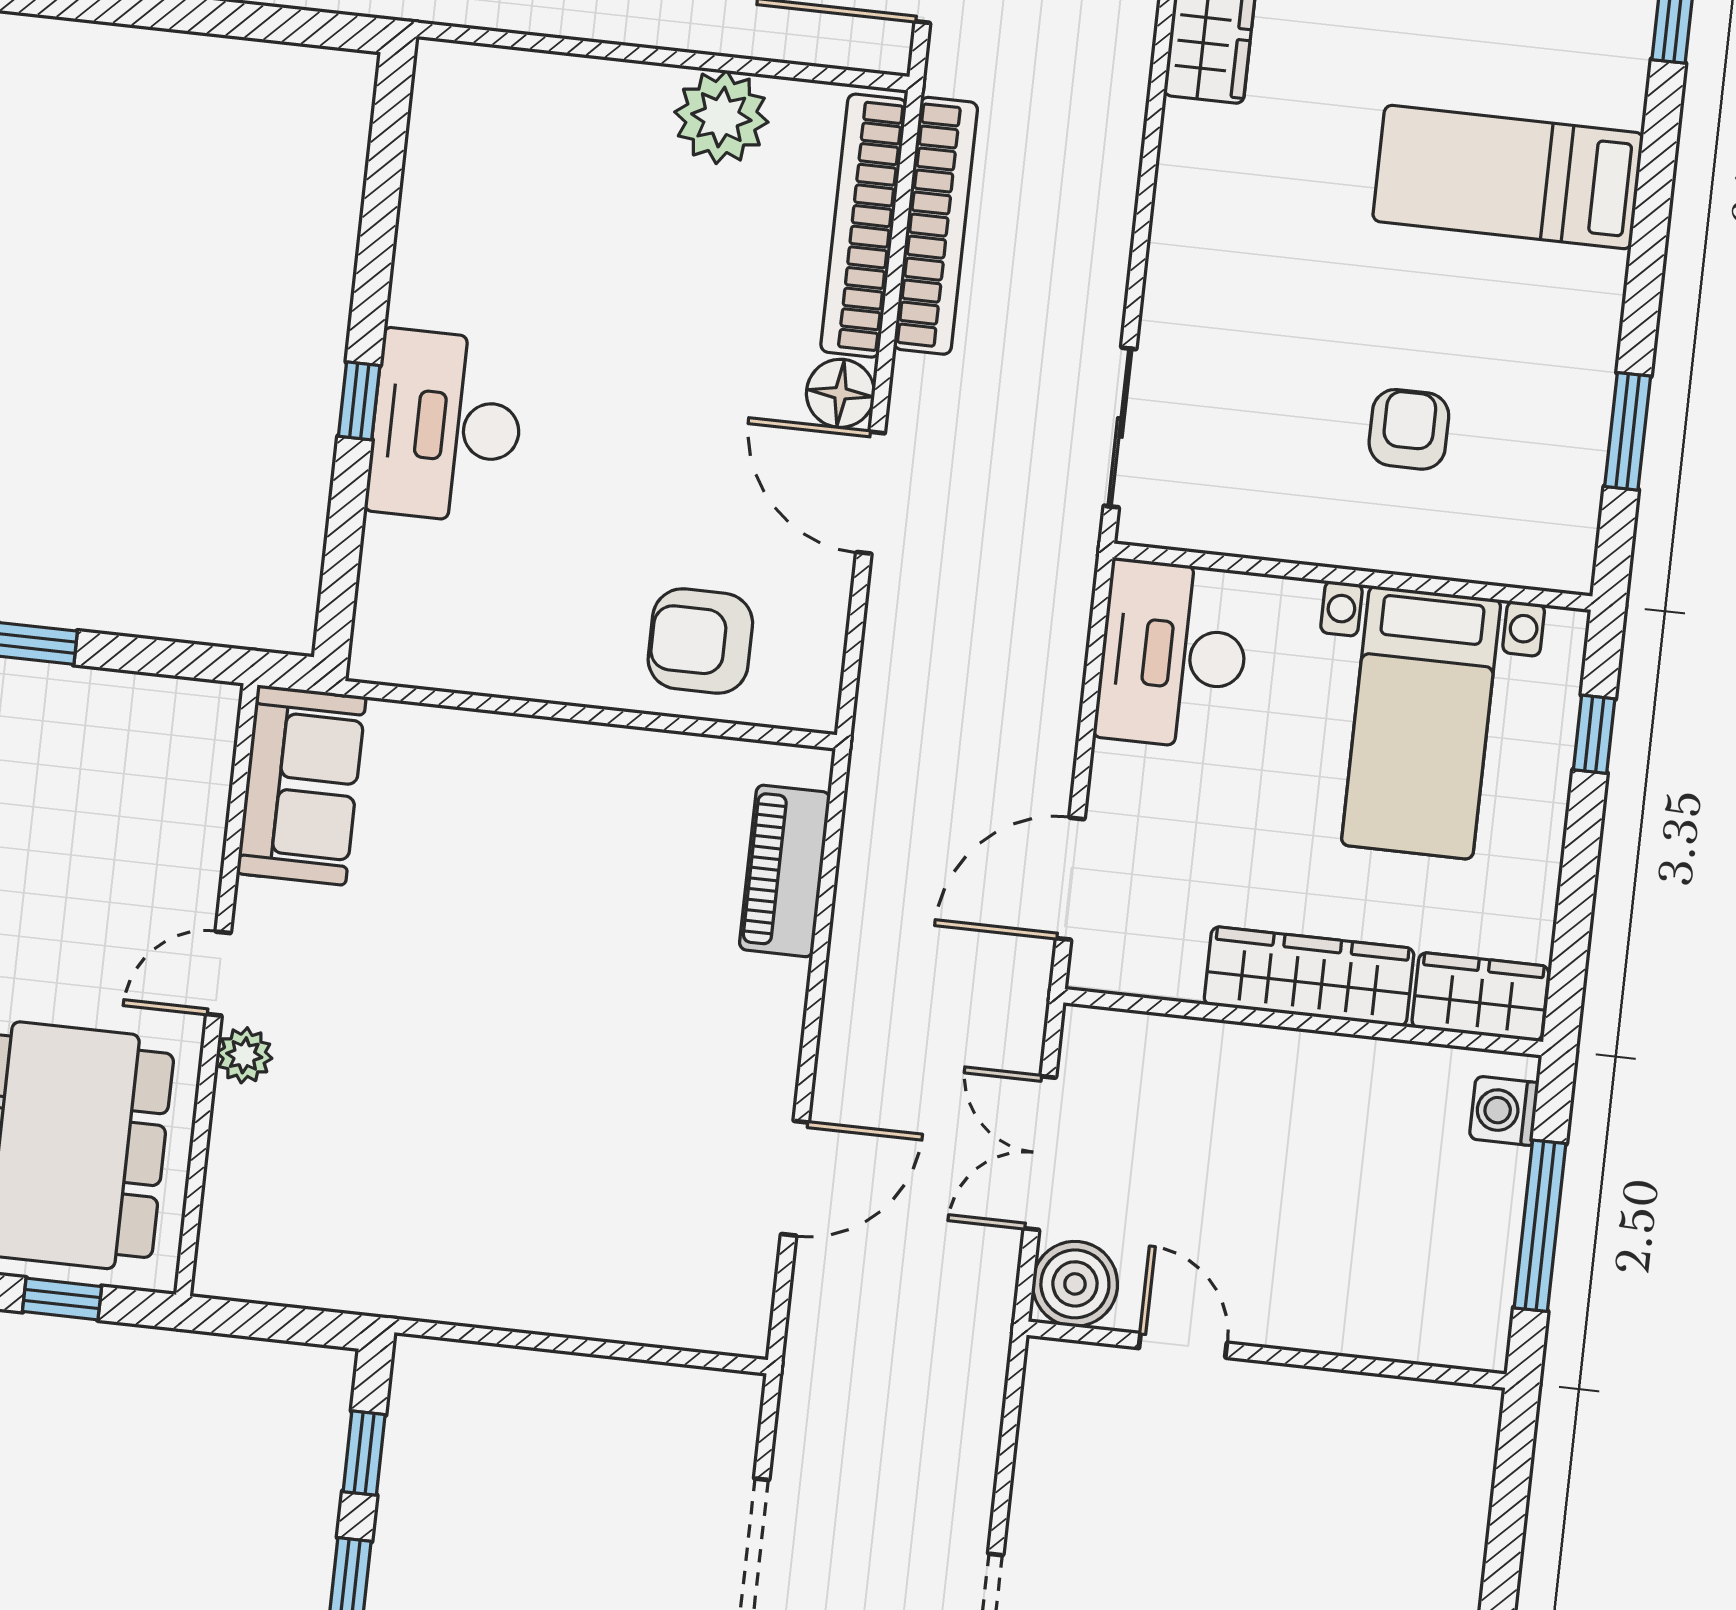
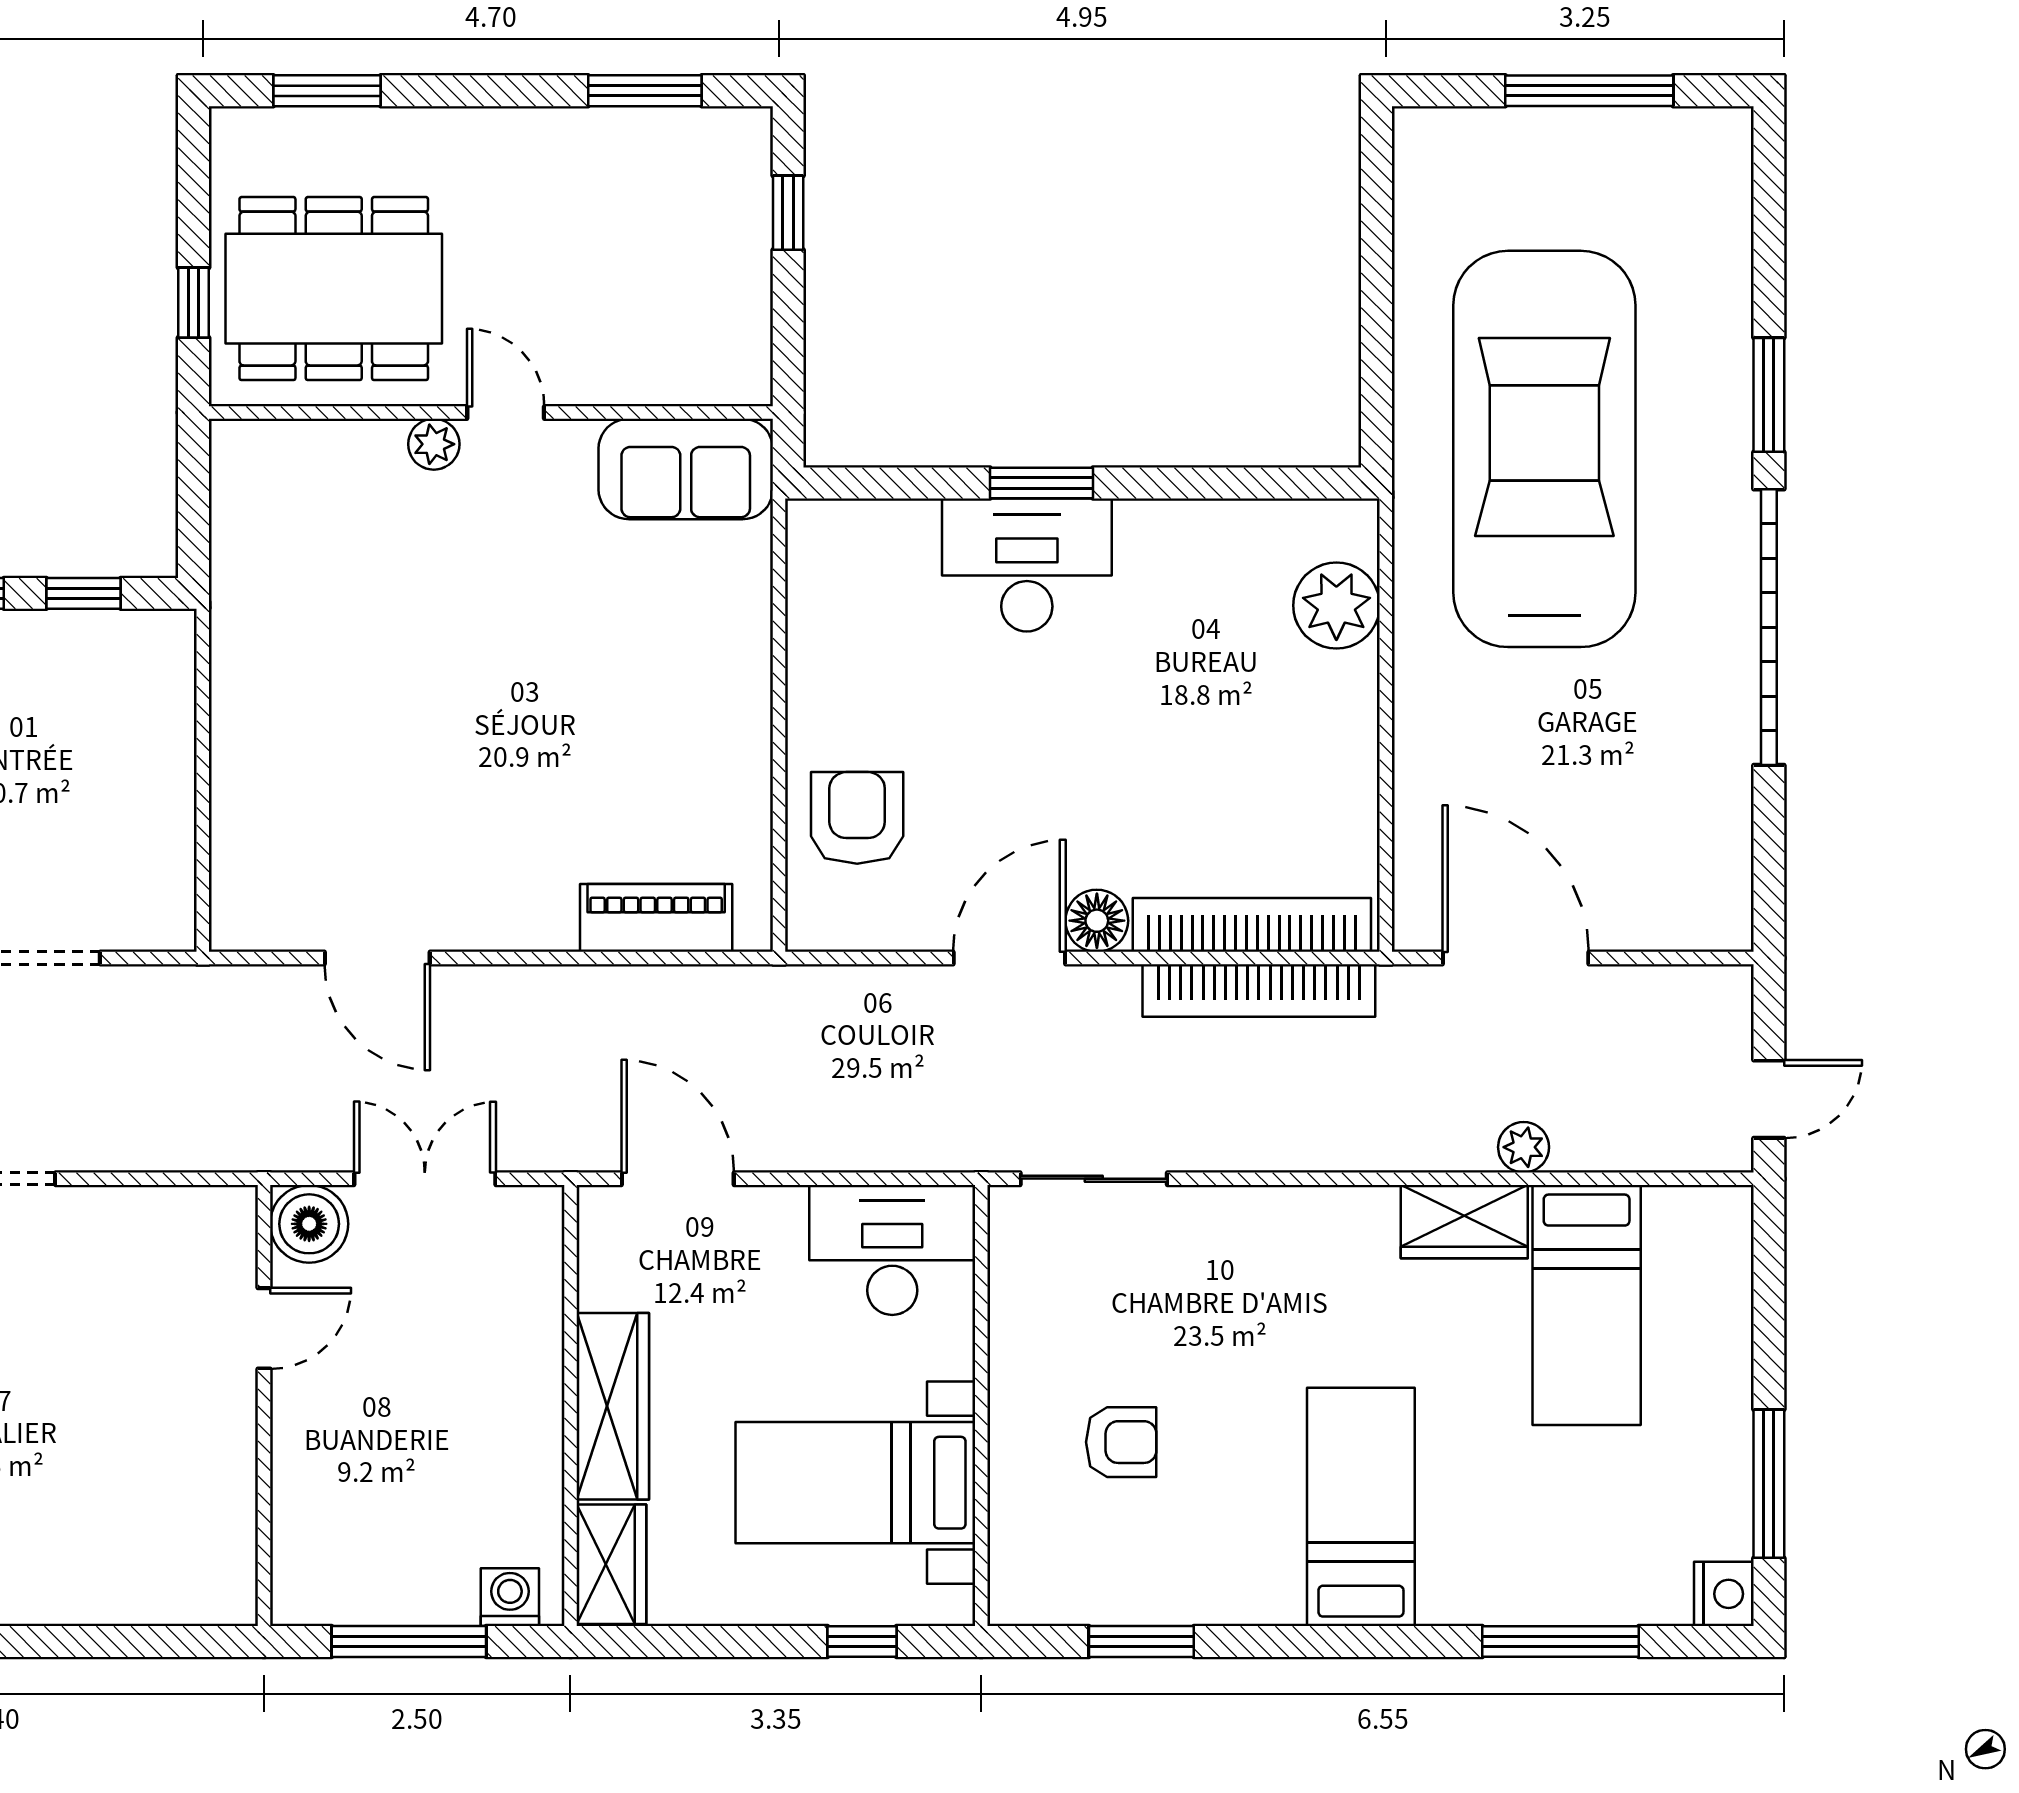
plant: (721, 117) -> (1336, 605), moved
window: (359, 401) -> (1041, 483), width x1.50

